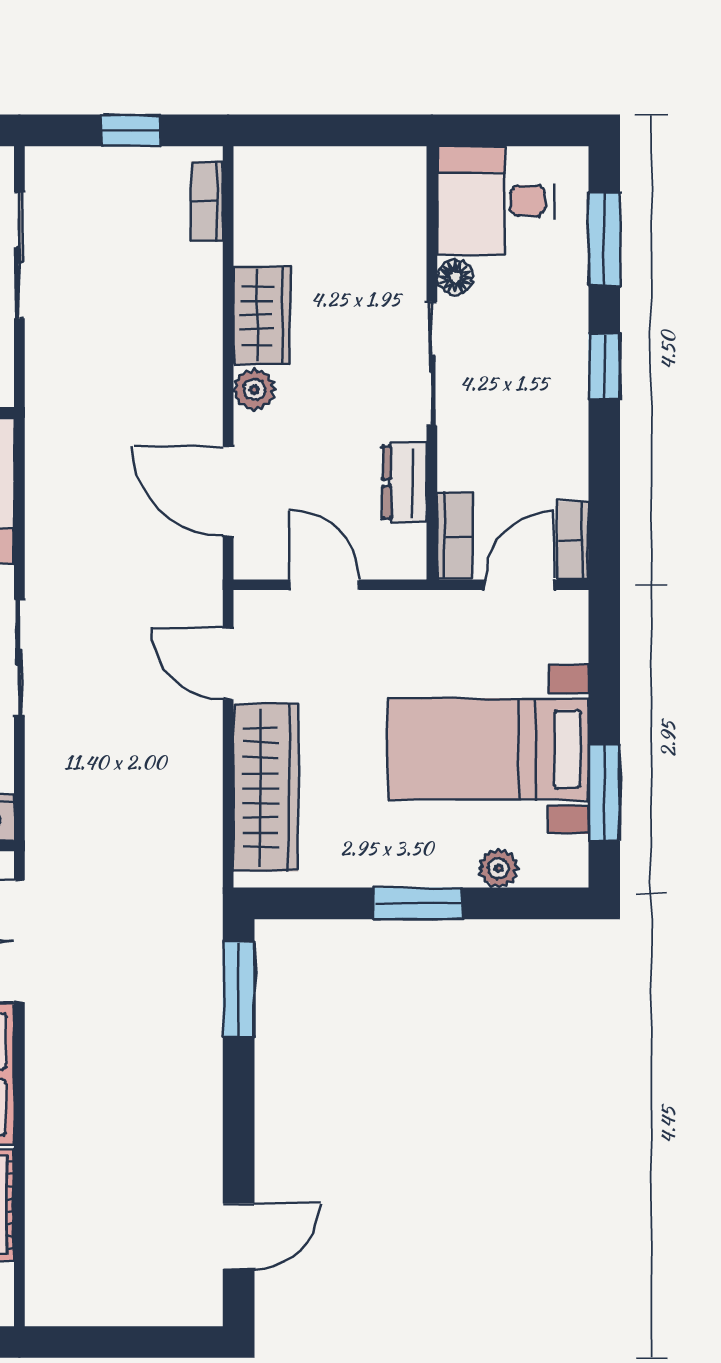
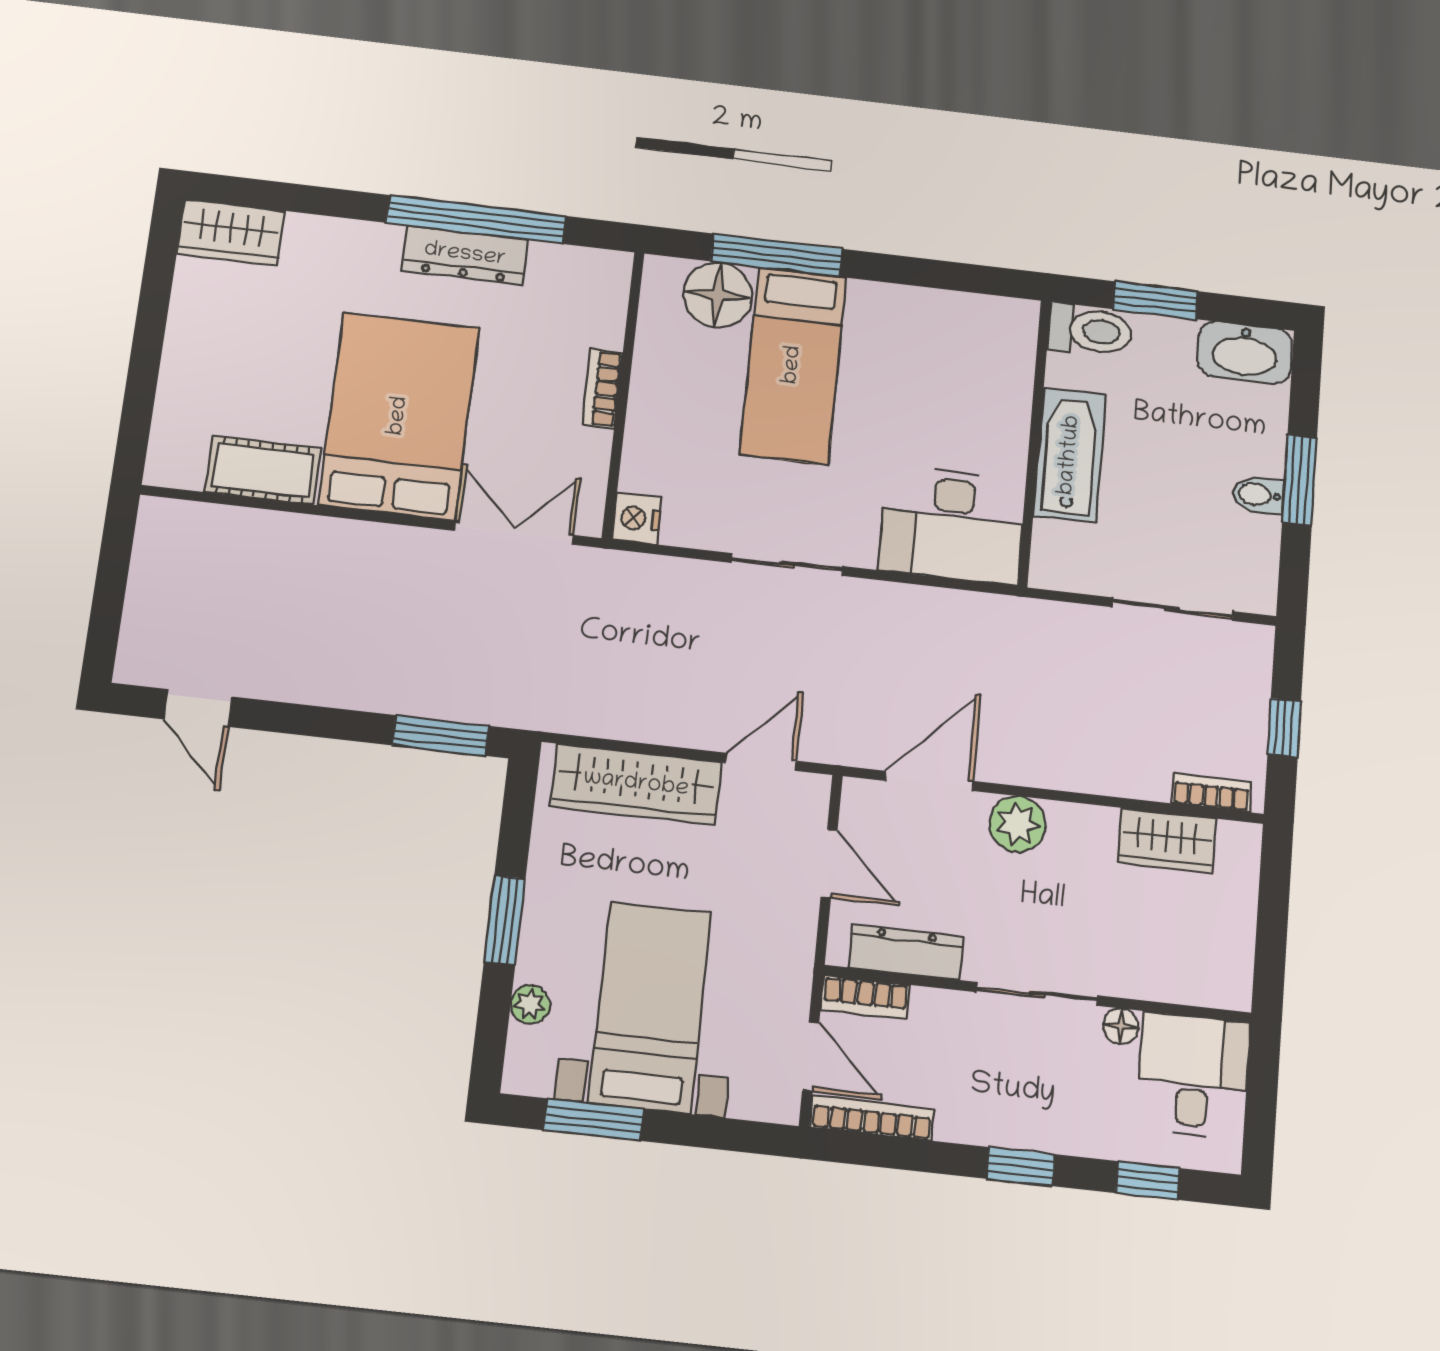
window: (604, 239) -> (1148, 1181), width x0.67
wardrobe: (262, 315) -> (1167, 841), moved
plant: (254, 389) -> (1018, 824), width x1.38, depth x1.38
dresser: (405, 482) -> (906, 952), width x1.44
bookcase: (573, 540) -> (872, 1118), width x1.56
door: (324, 585) -> (829, 864), hinge flipped

